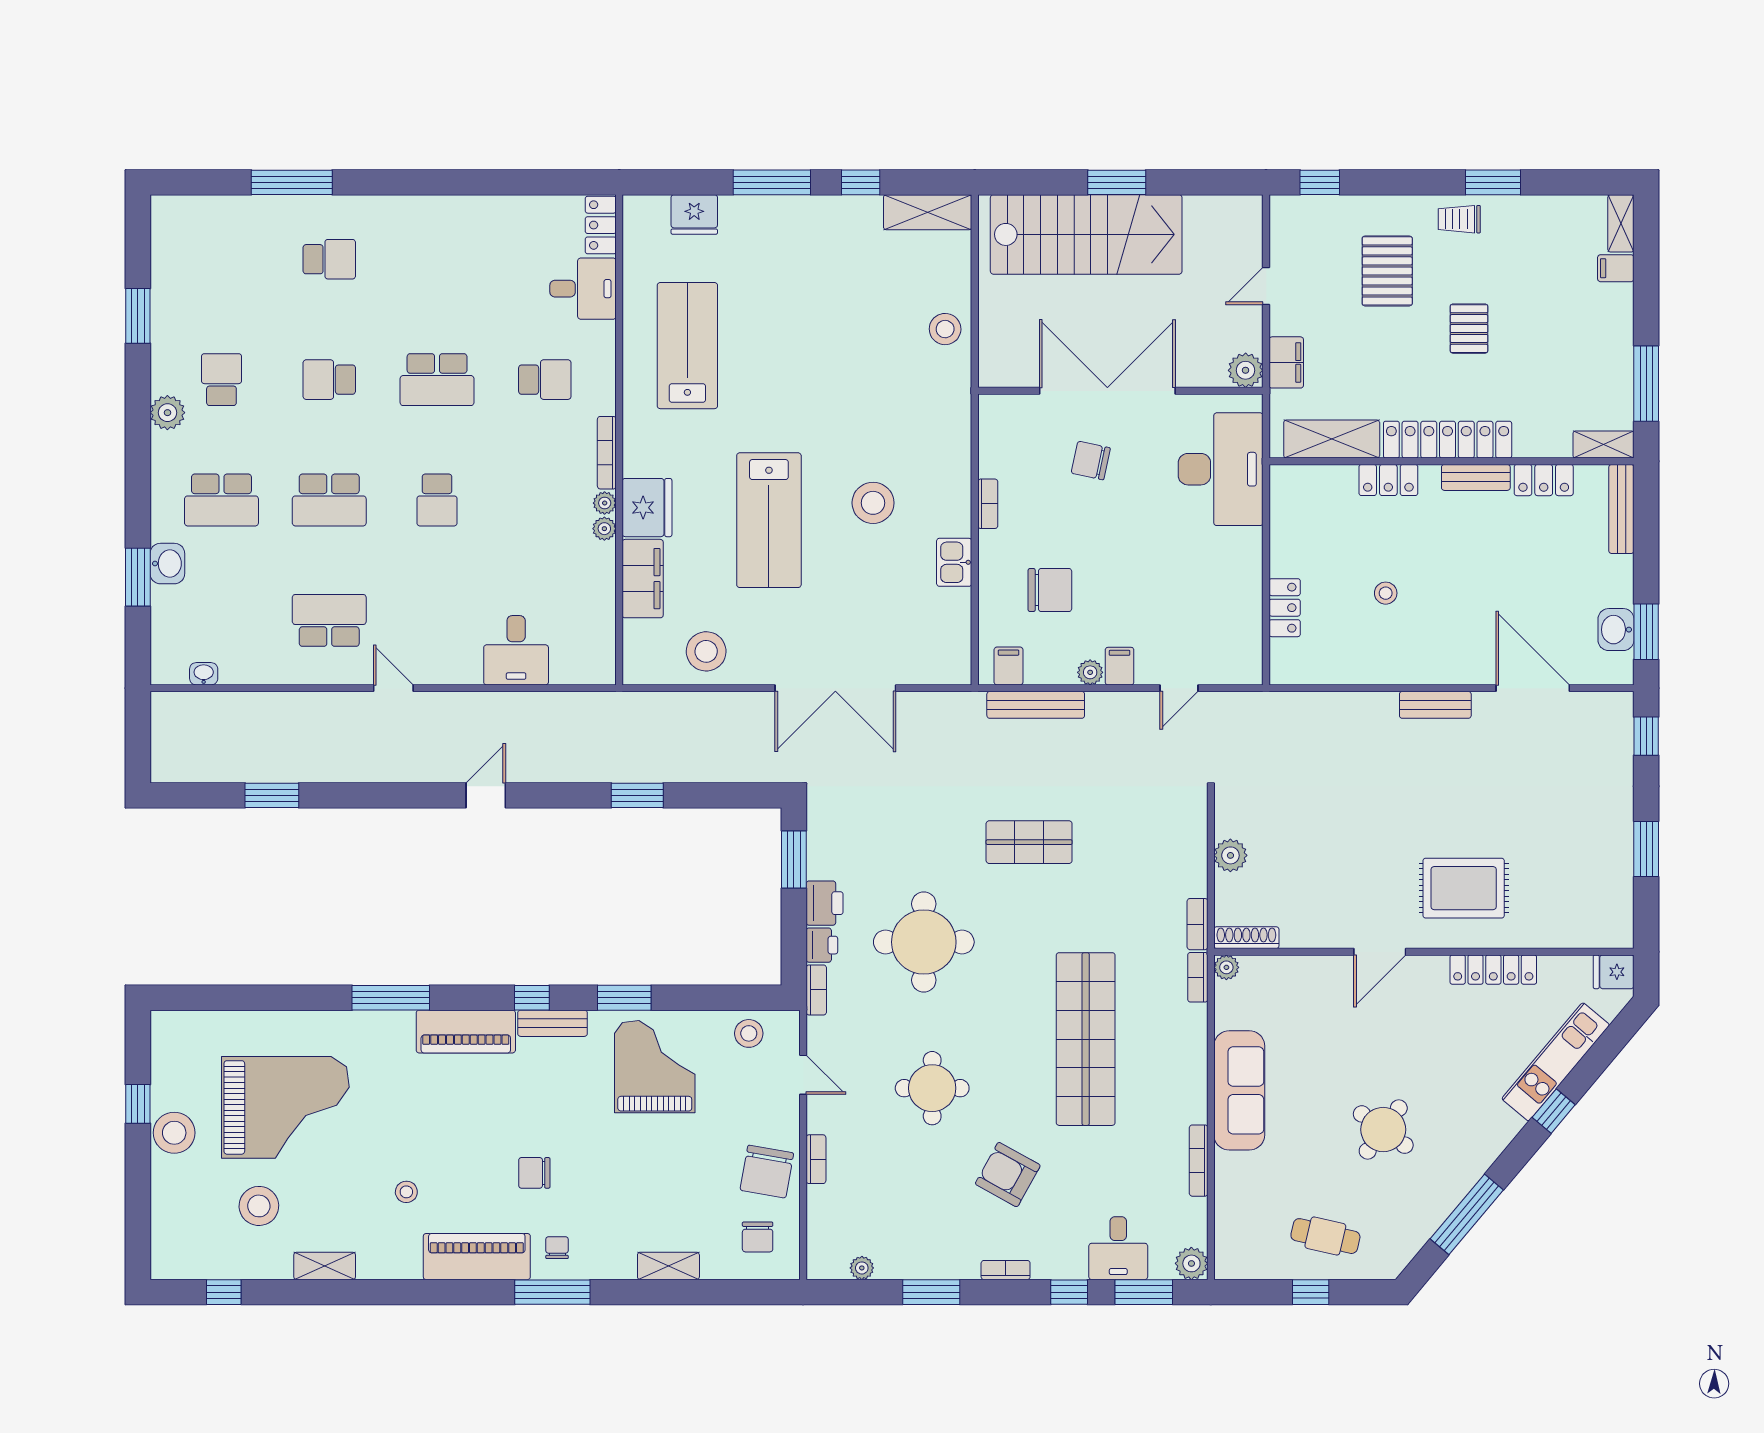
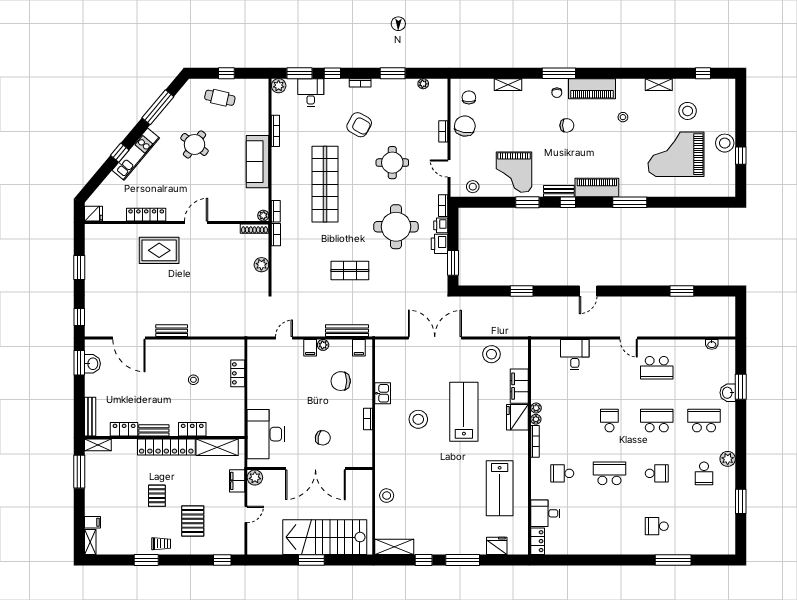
kitchen unit: (1556, 1062) -> (136, 154), moved

